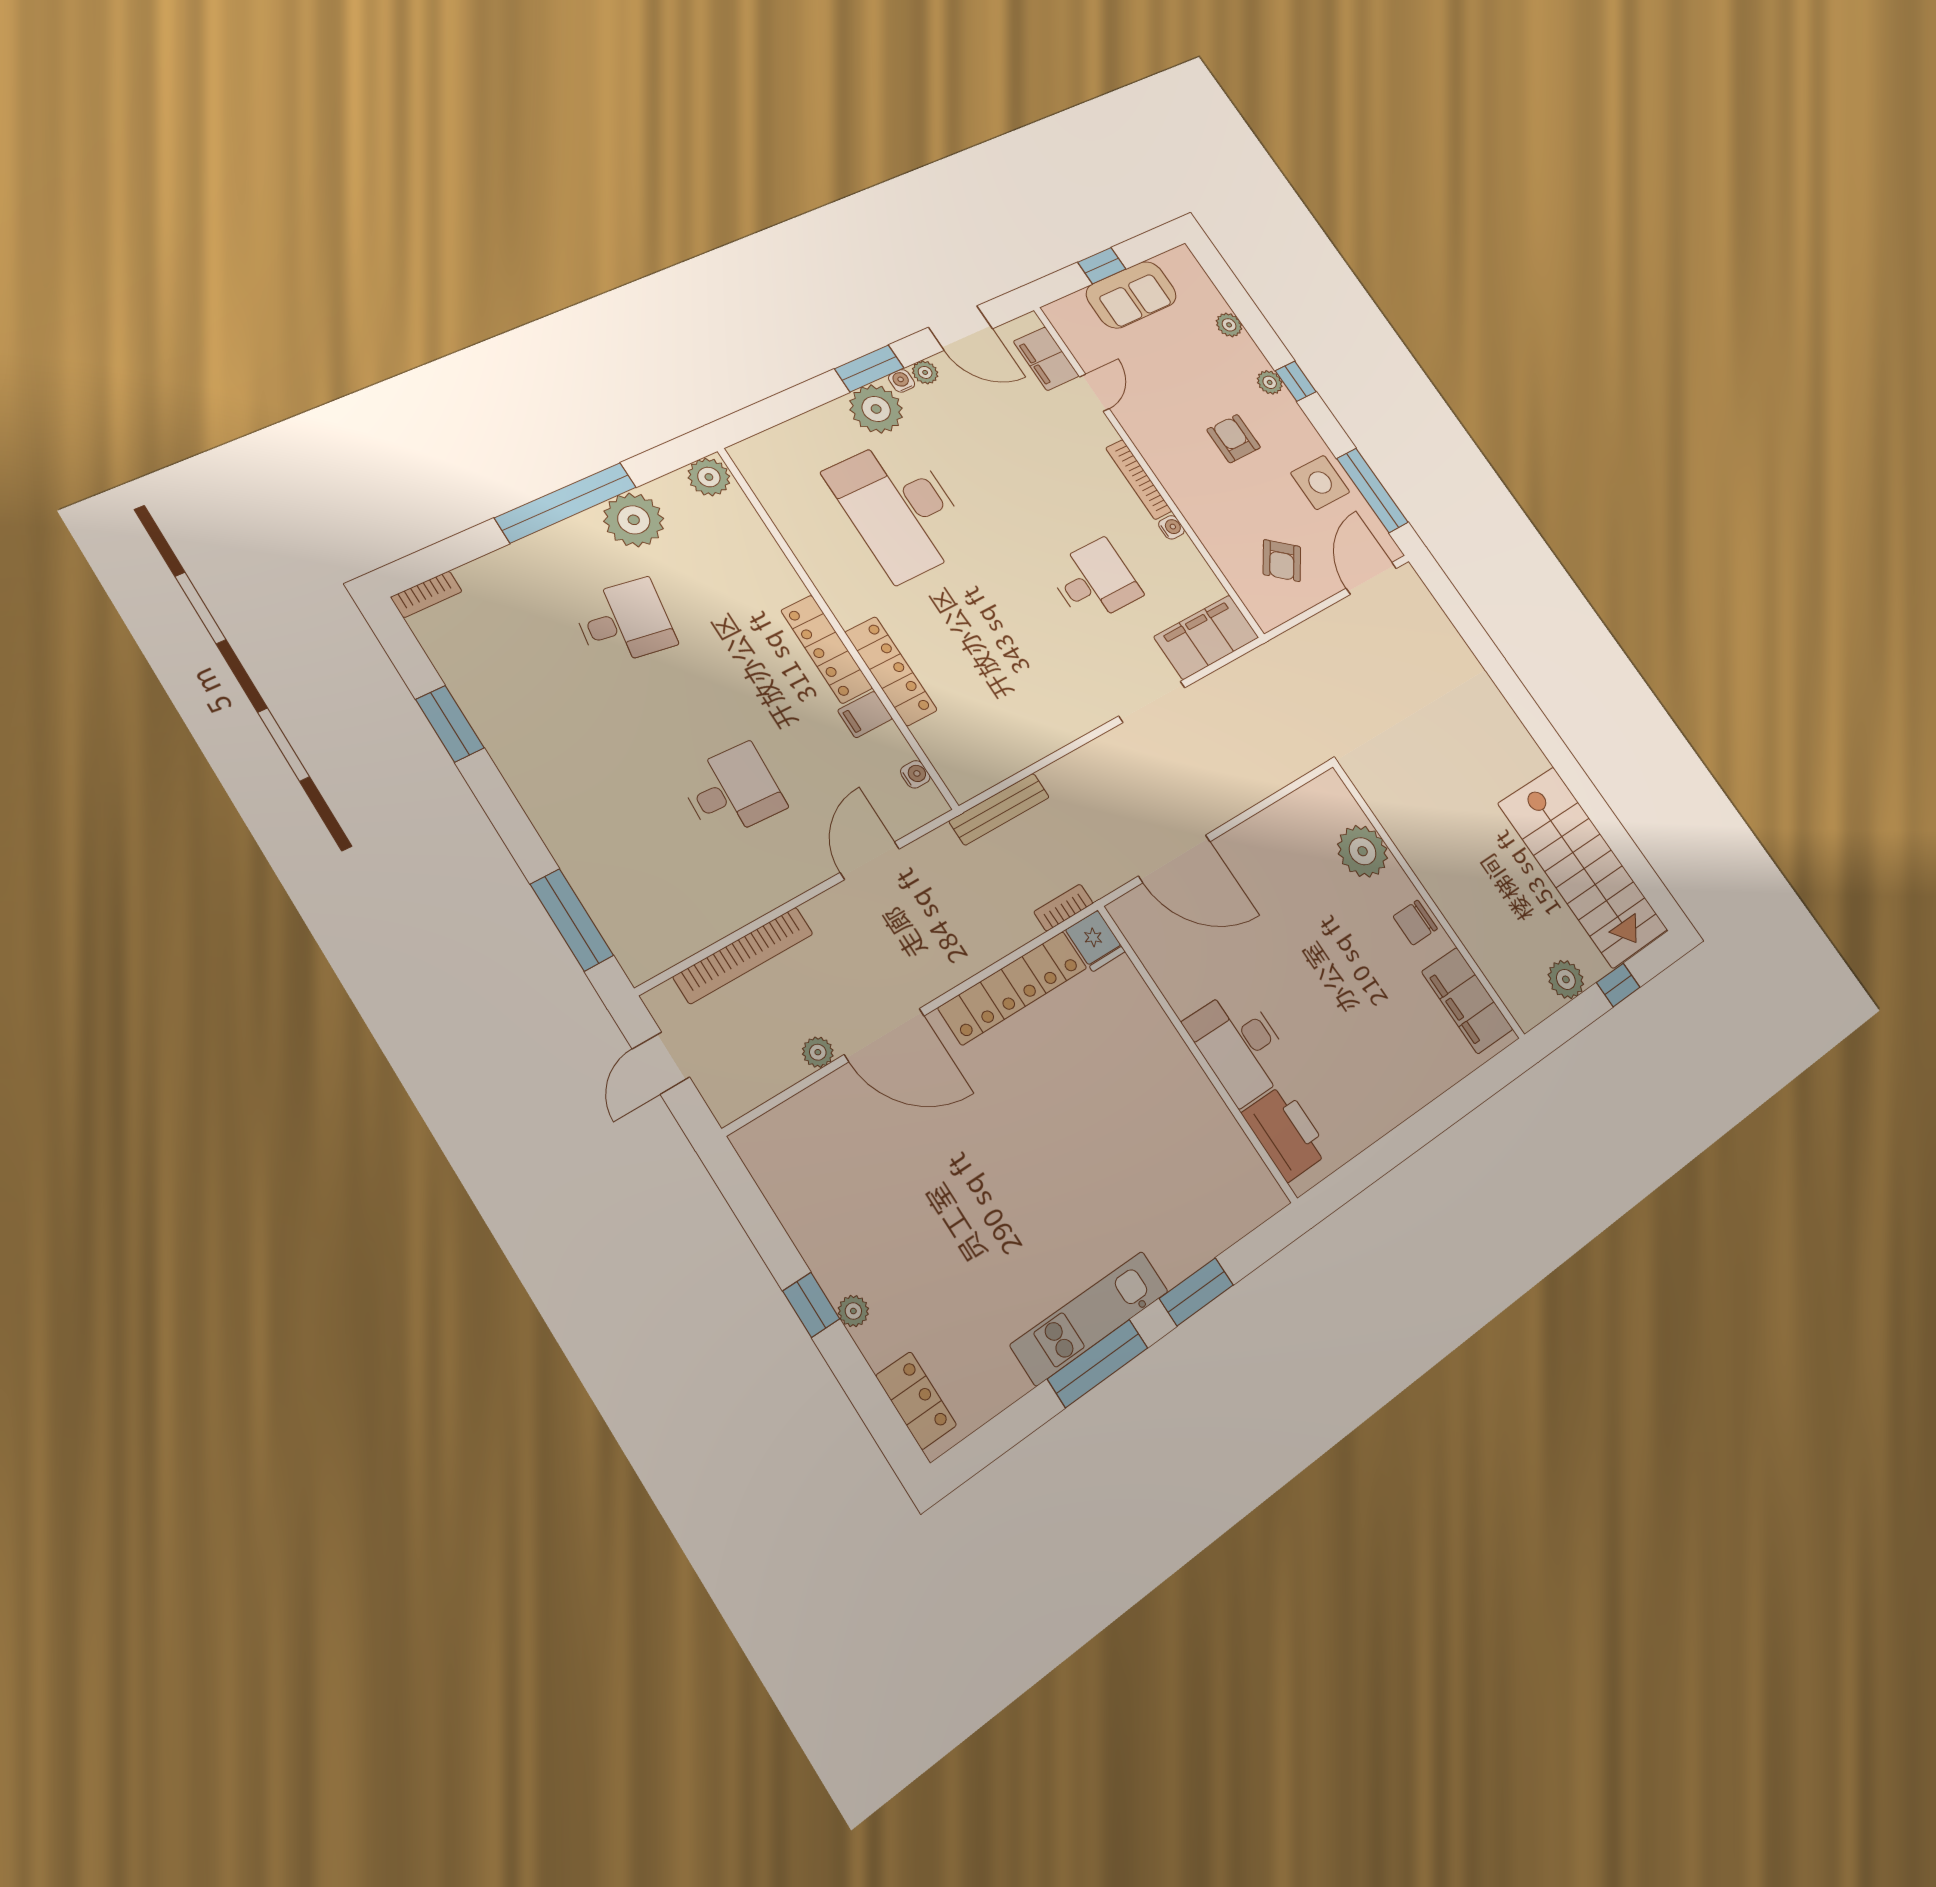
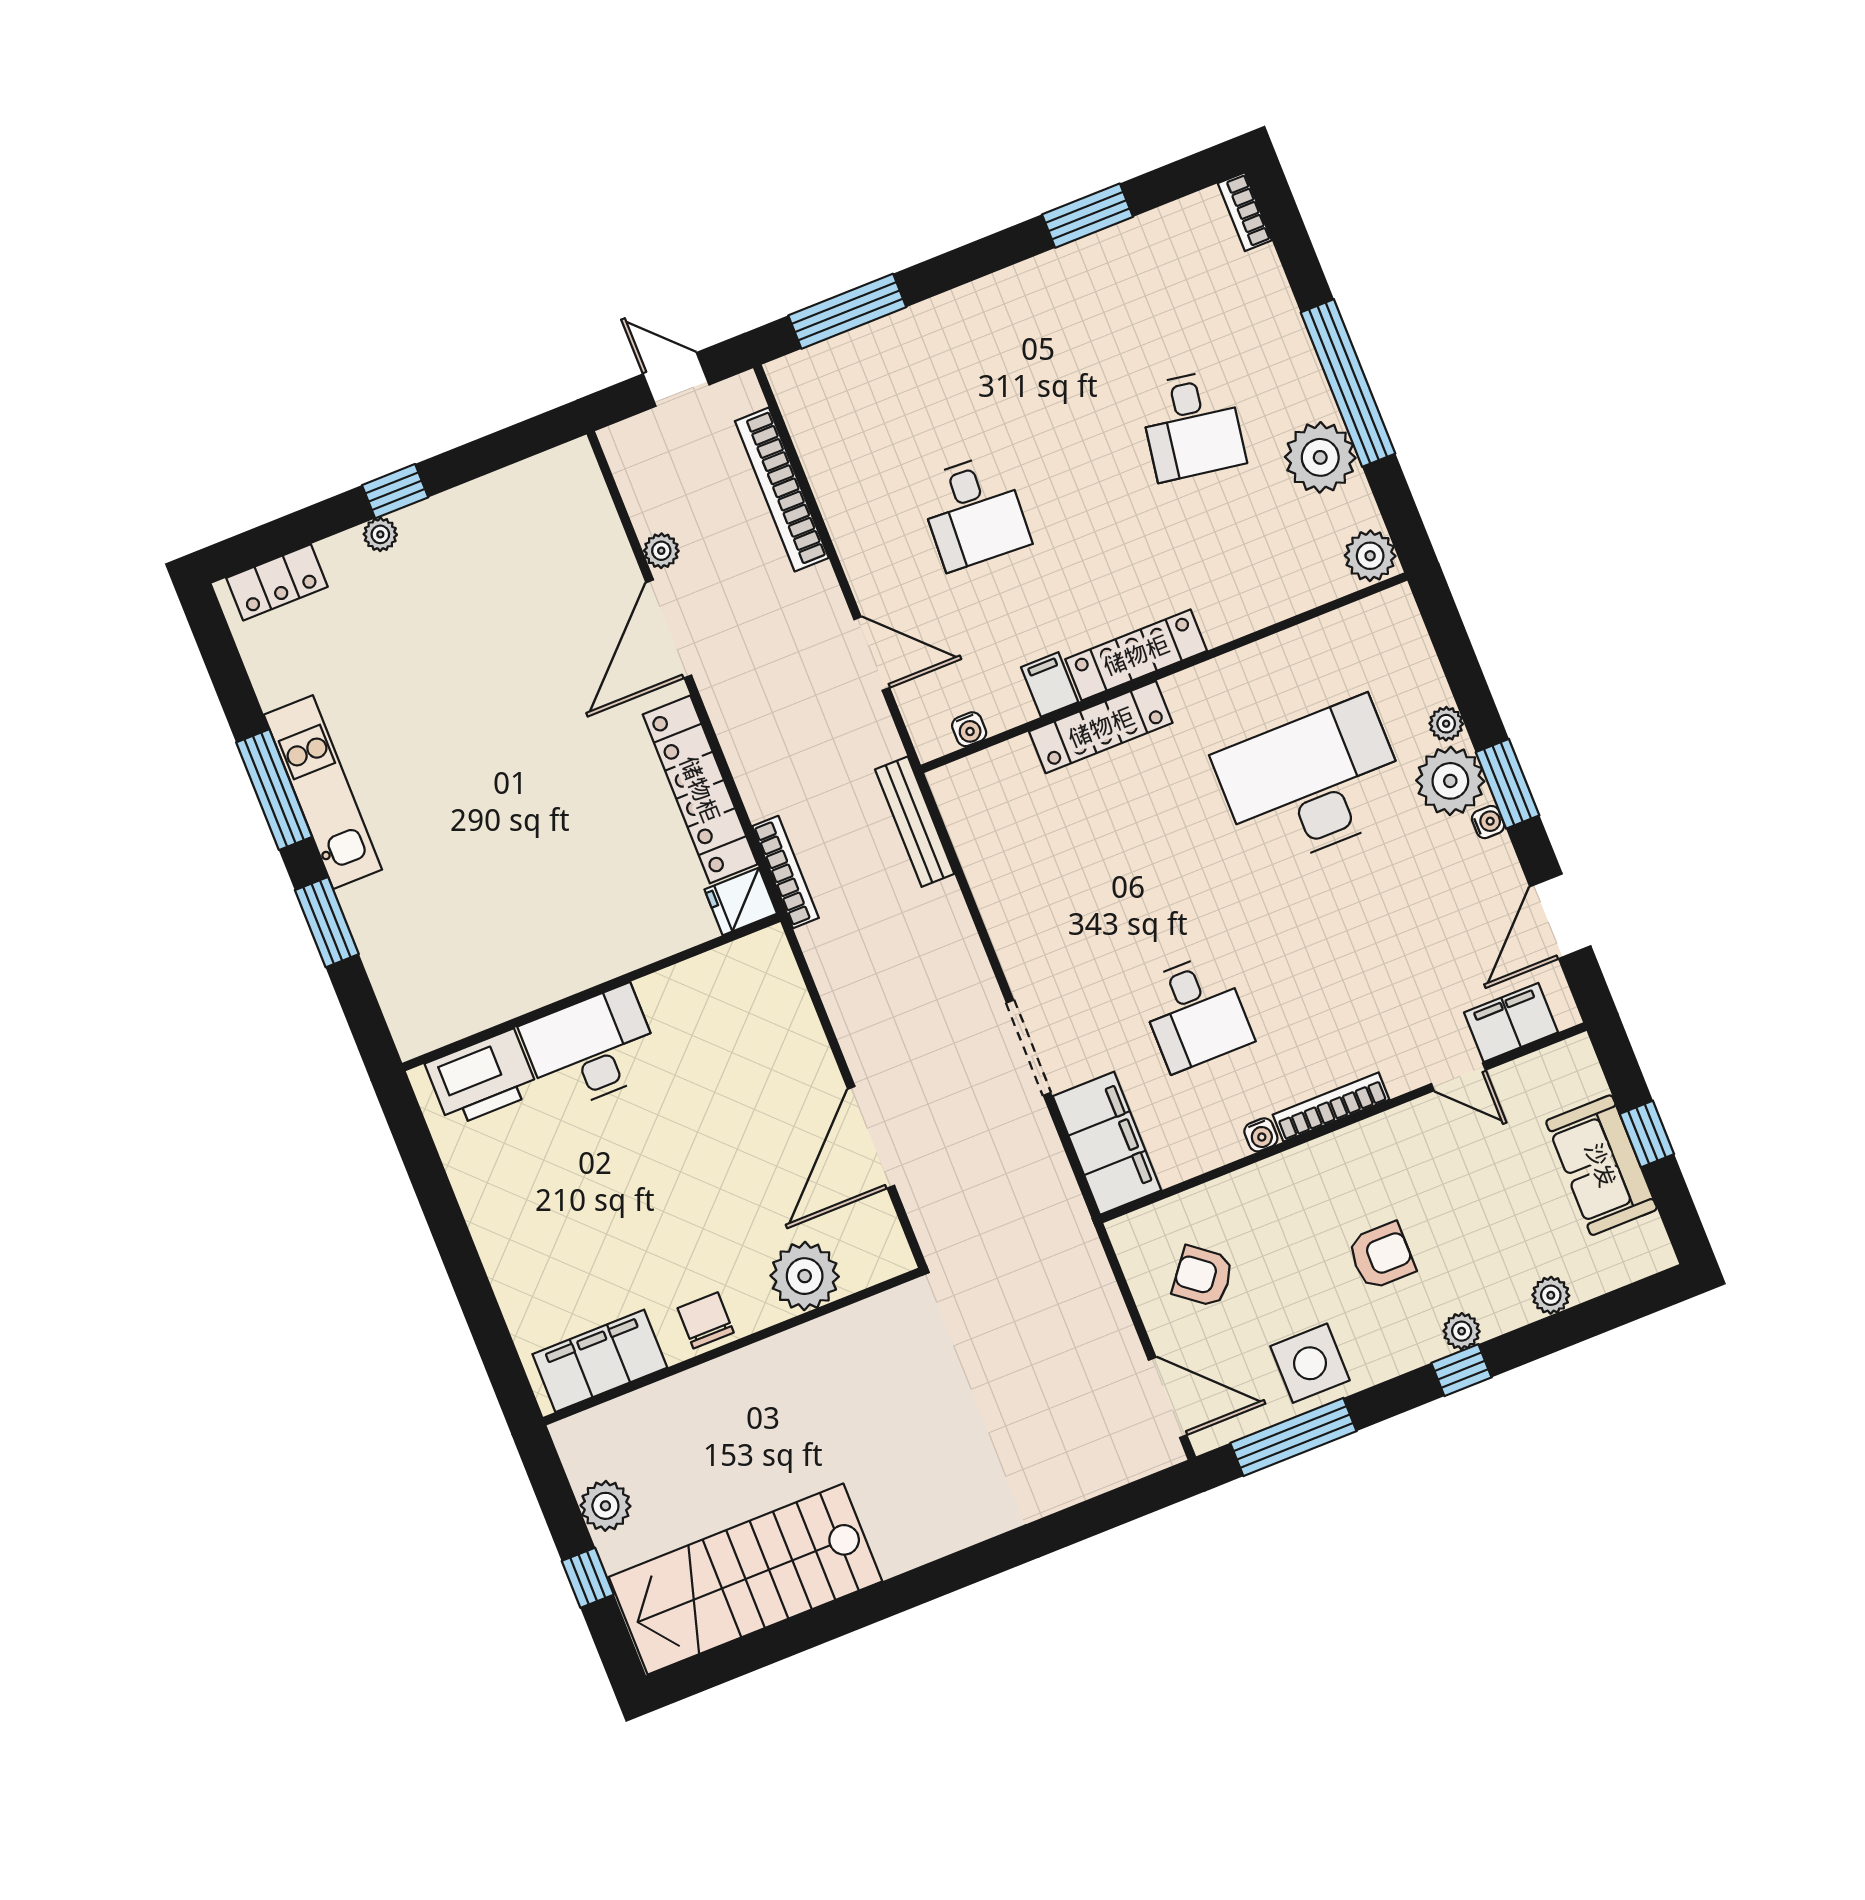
plant: (925, 372) -> (1446, 724), moved
door: (1174, 859) -> (871, 1137), moved
bookcase: (1063, 908) -> (786, 872), width x1.56

